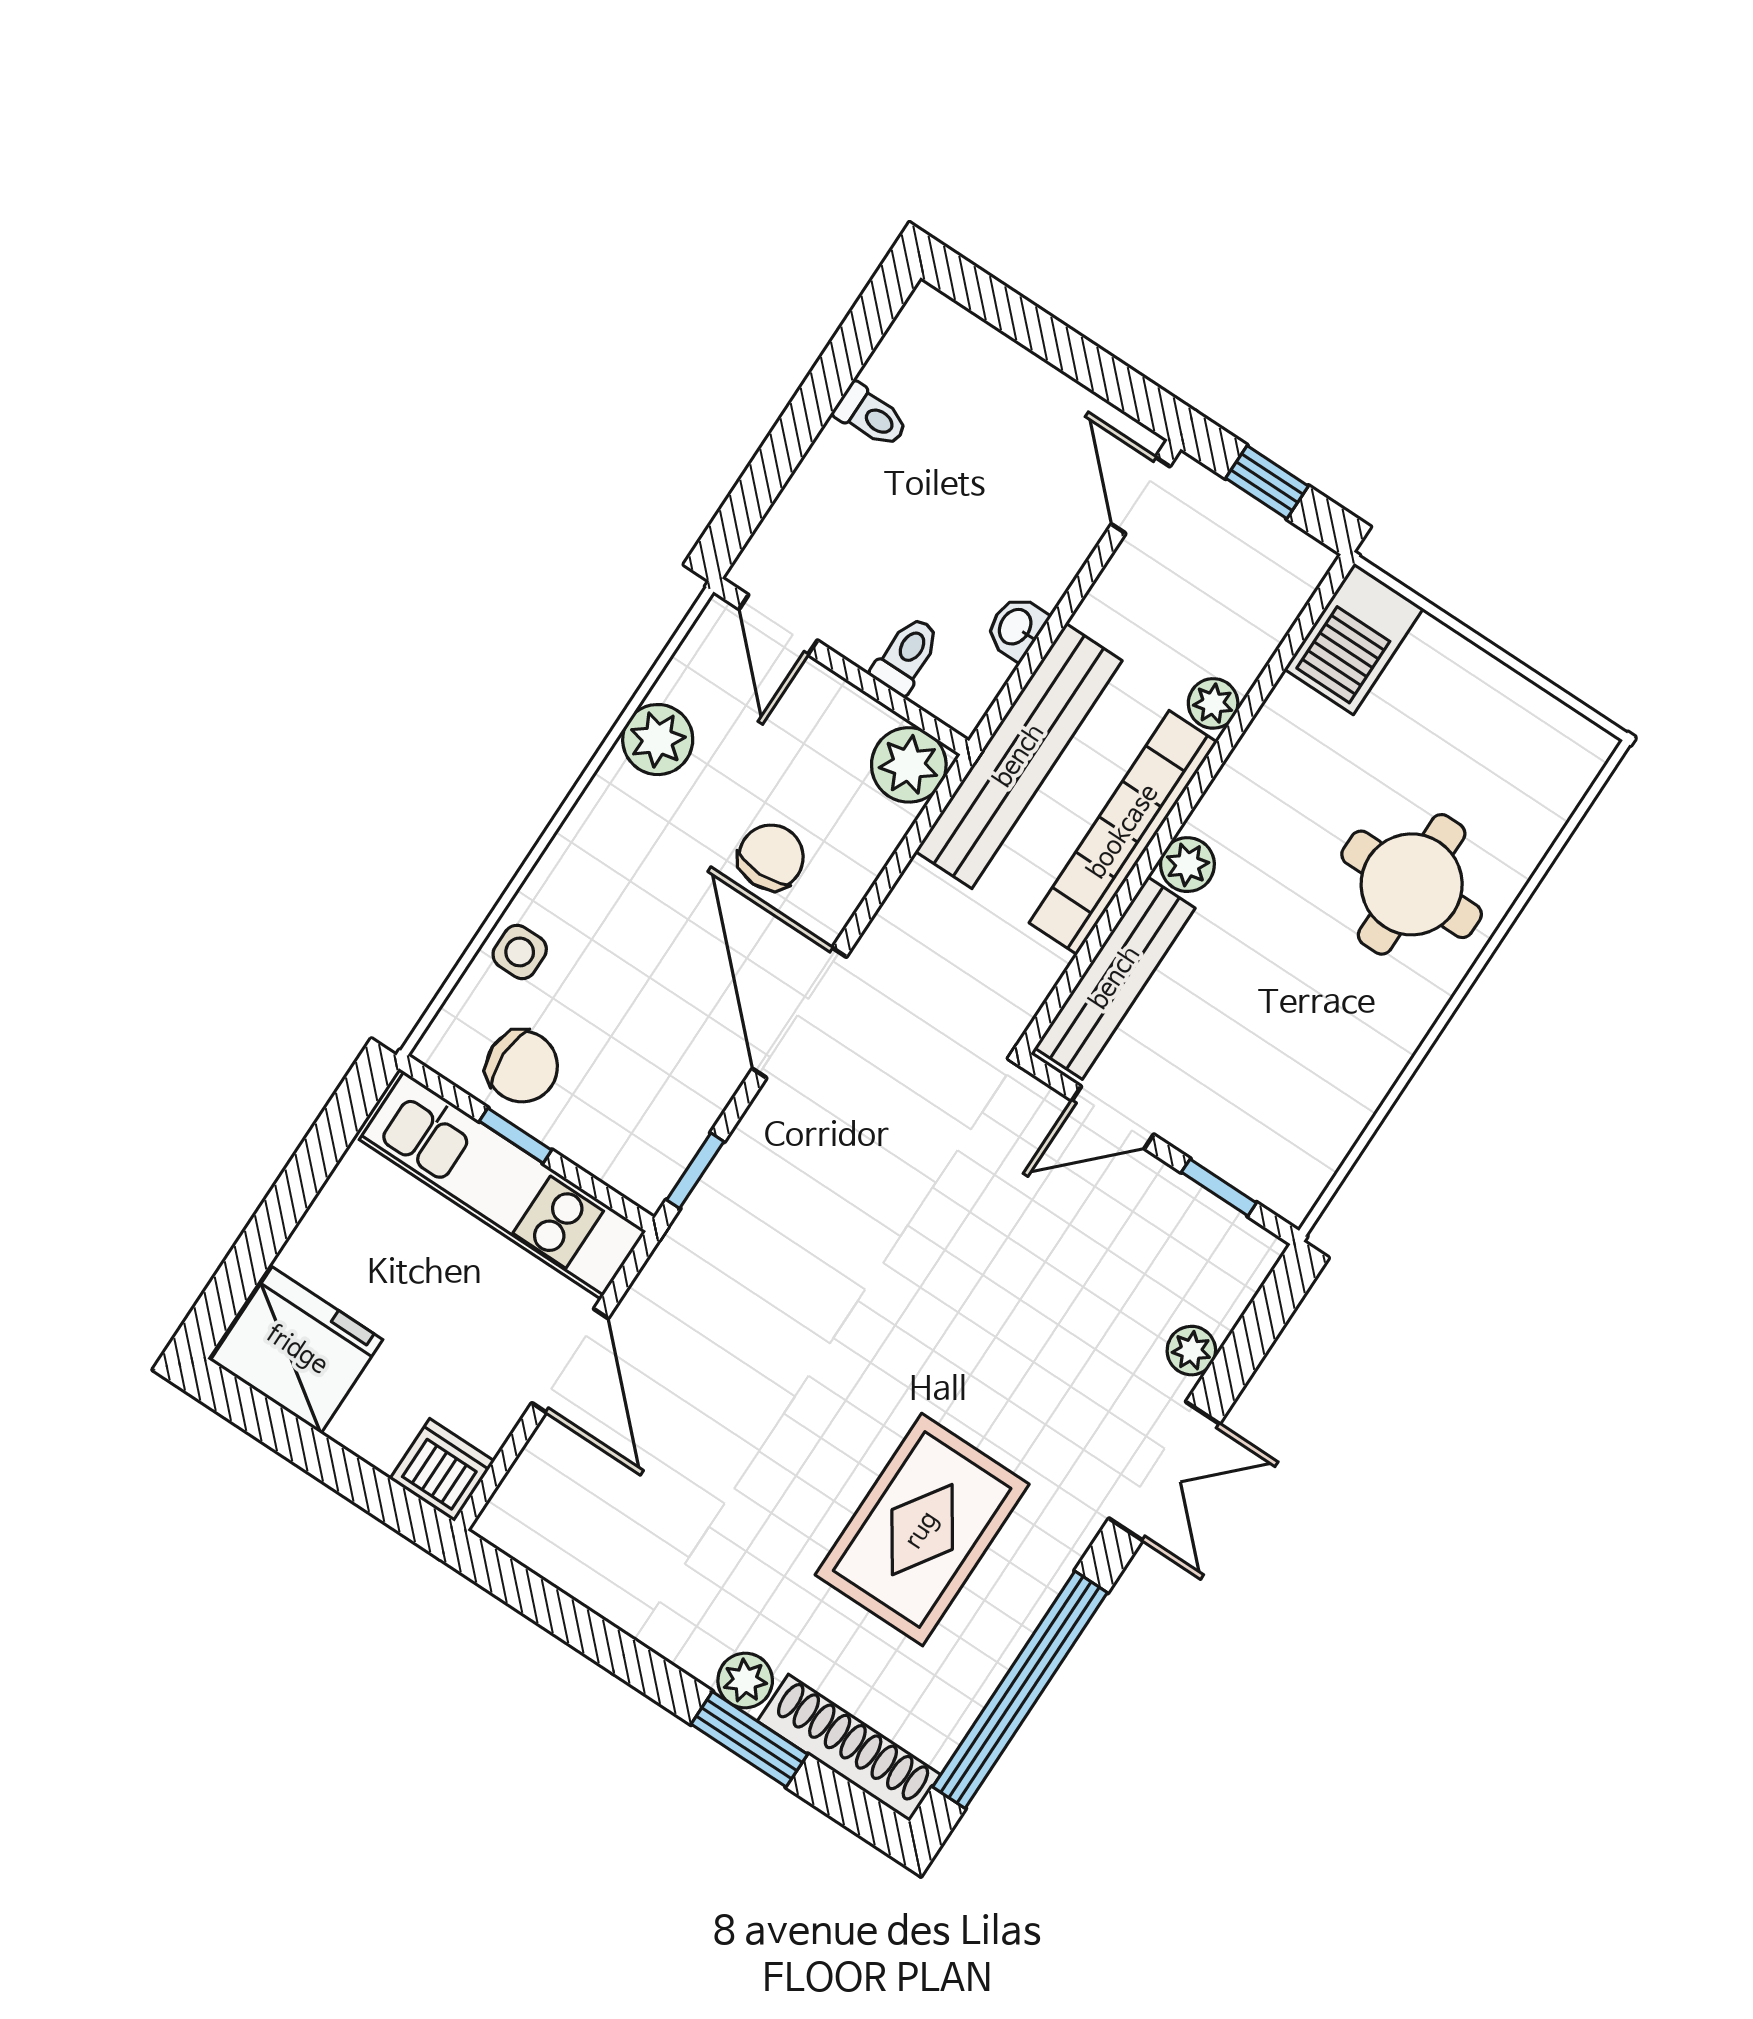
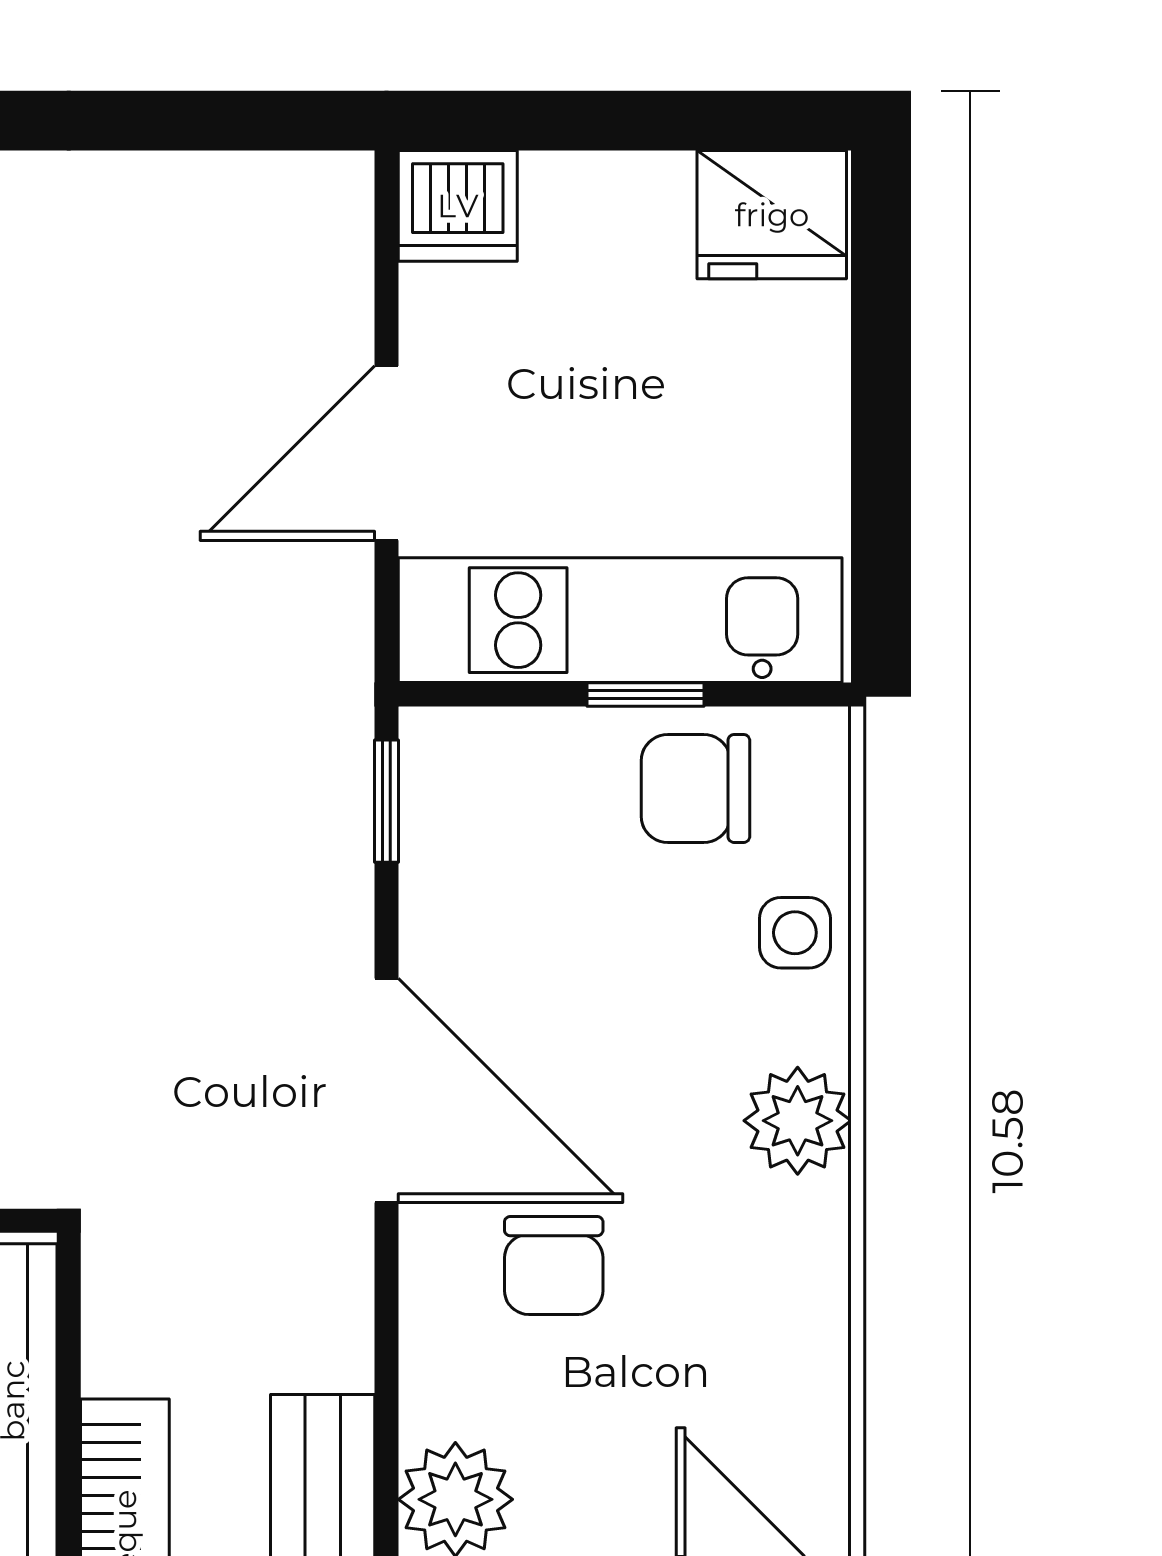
plant: (658, 740) -> (798, 1121), moved
fridge: (297, 1350) -> (772, 215), width x0.73, depth x0.75
door: (570, 1361) -> (386, 453), hinge flipped

